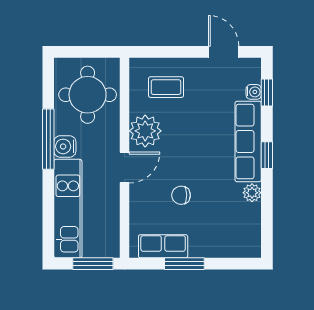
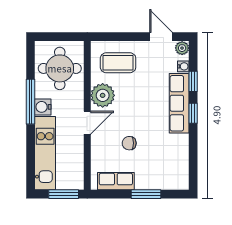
coffee table: (166, 87) -> (118, 63), width x1.36, depth x1.30
window: (267, 93) -> (193, 81), moved
plant: (252, 193) -> (182, 48), moved
window: (184, 264) -> (146, 194), moved

